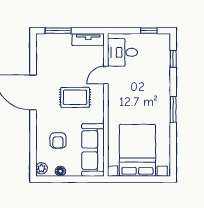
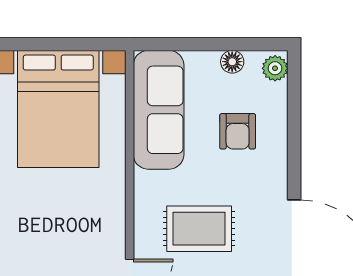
armchair: (58, 140) -> (238, 131), turned 180

